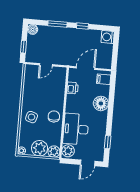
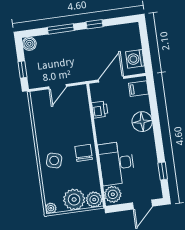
washing machine: (108, 37) -> (135, 59), moved

